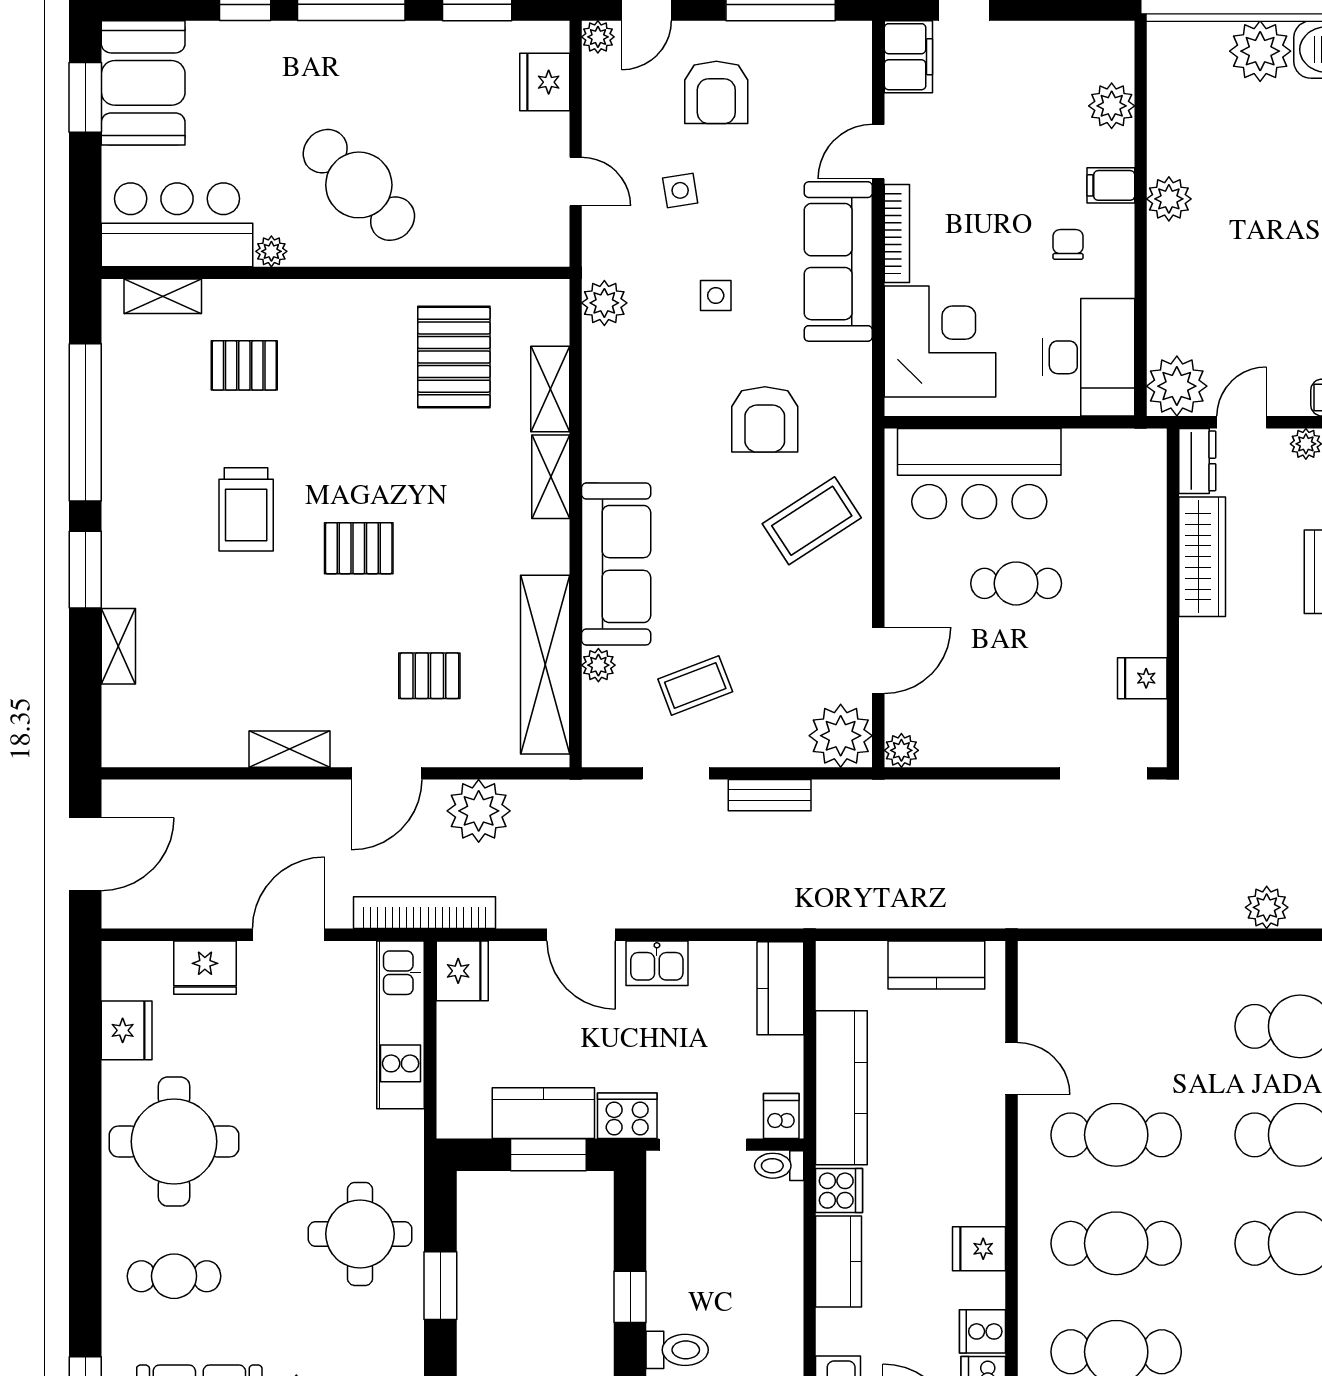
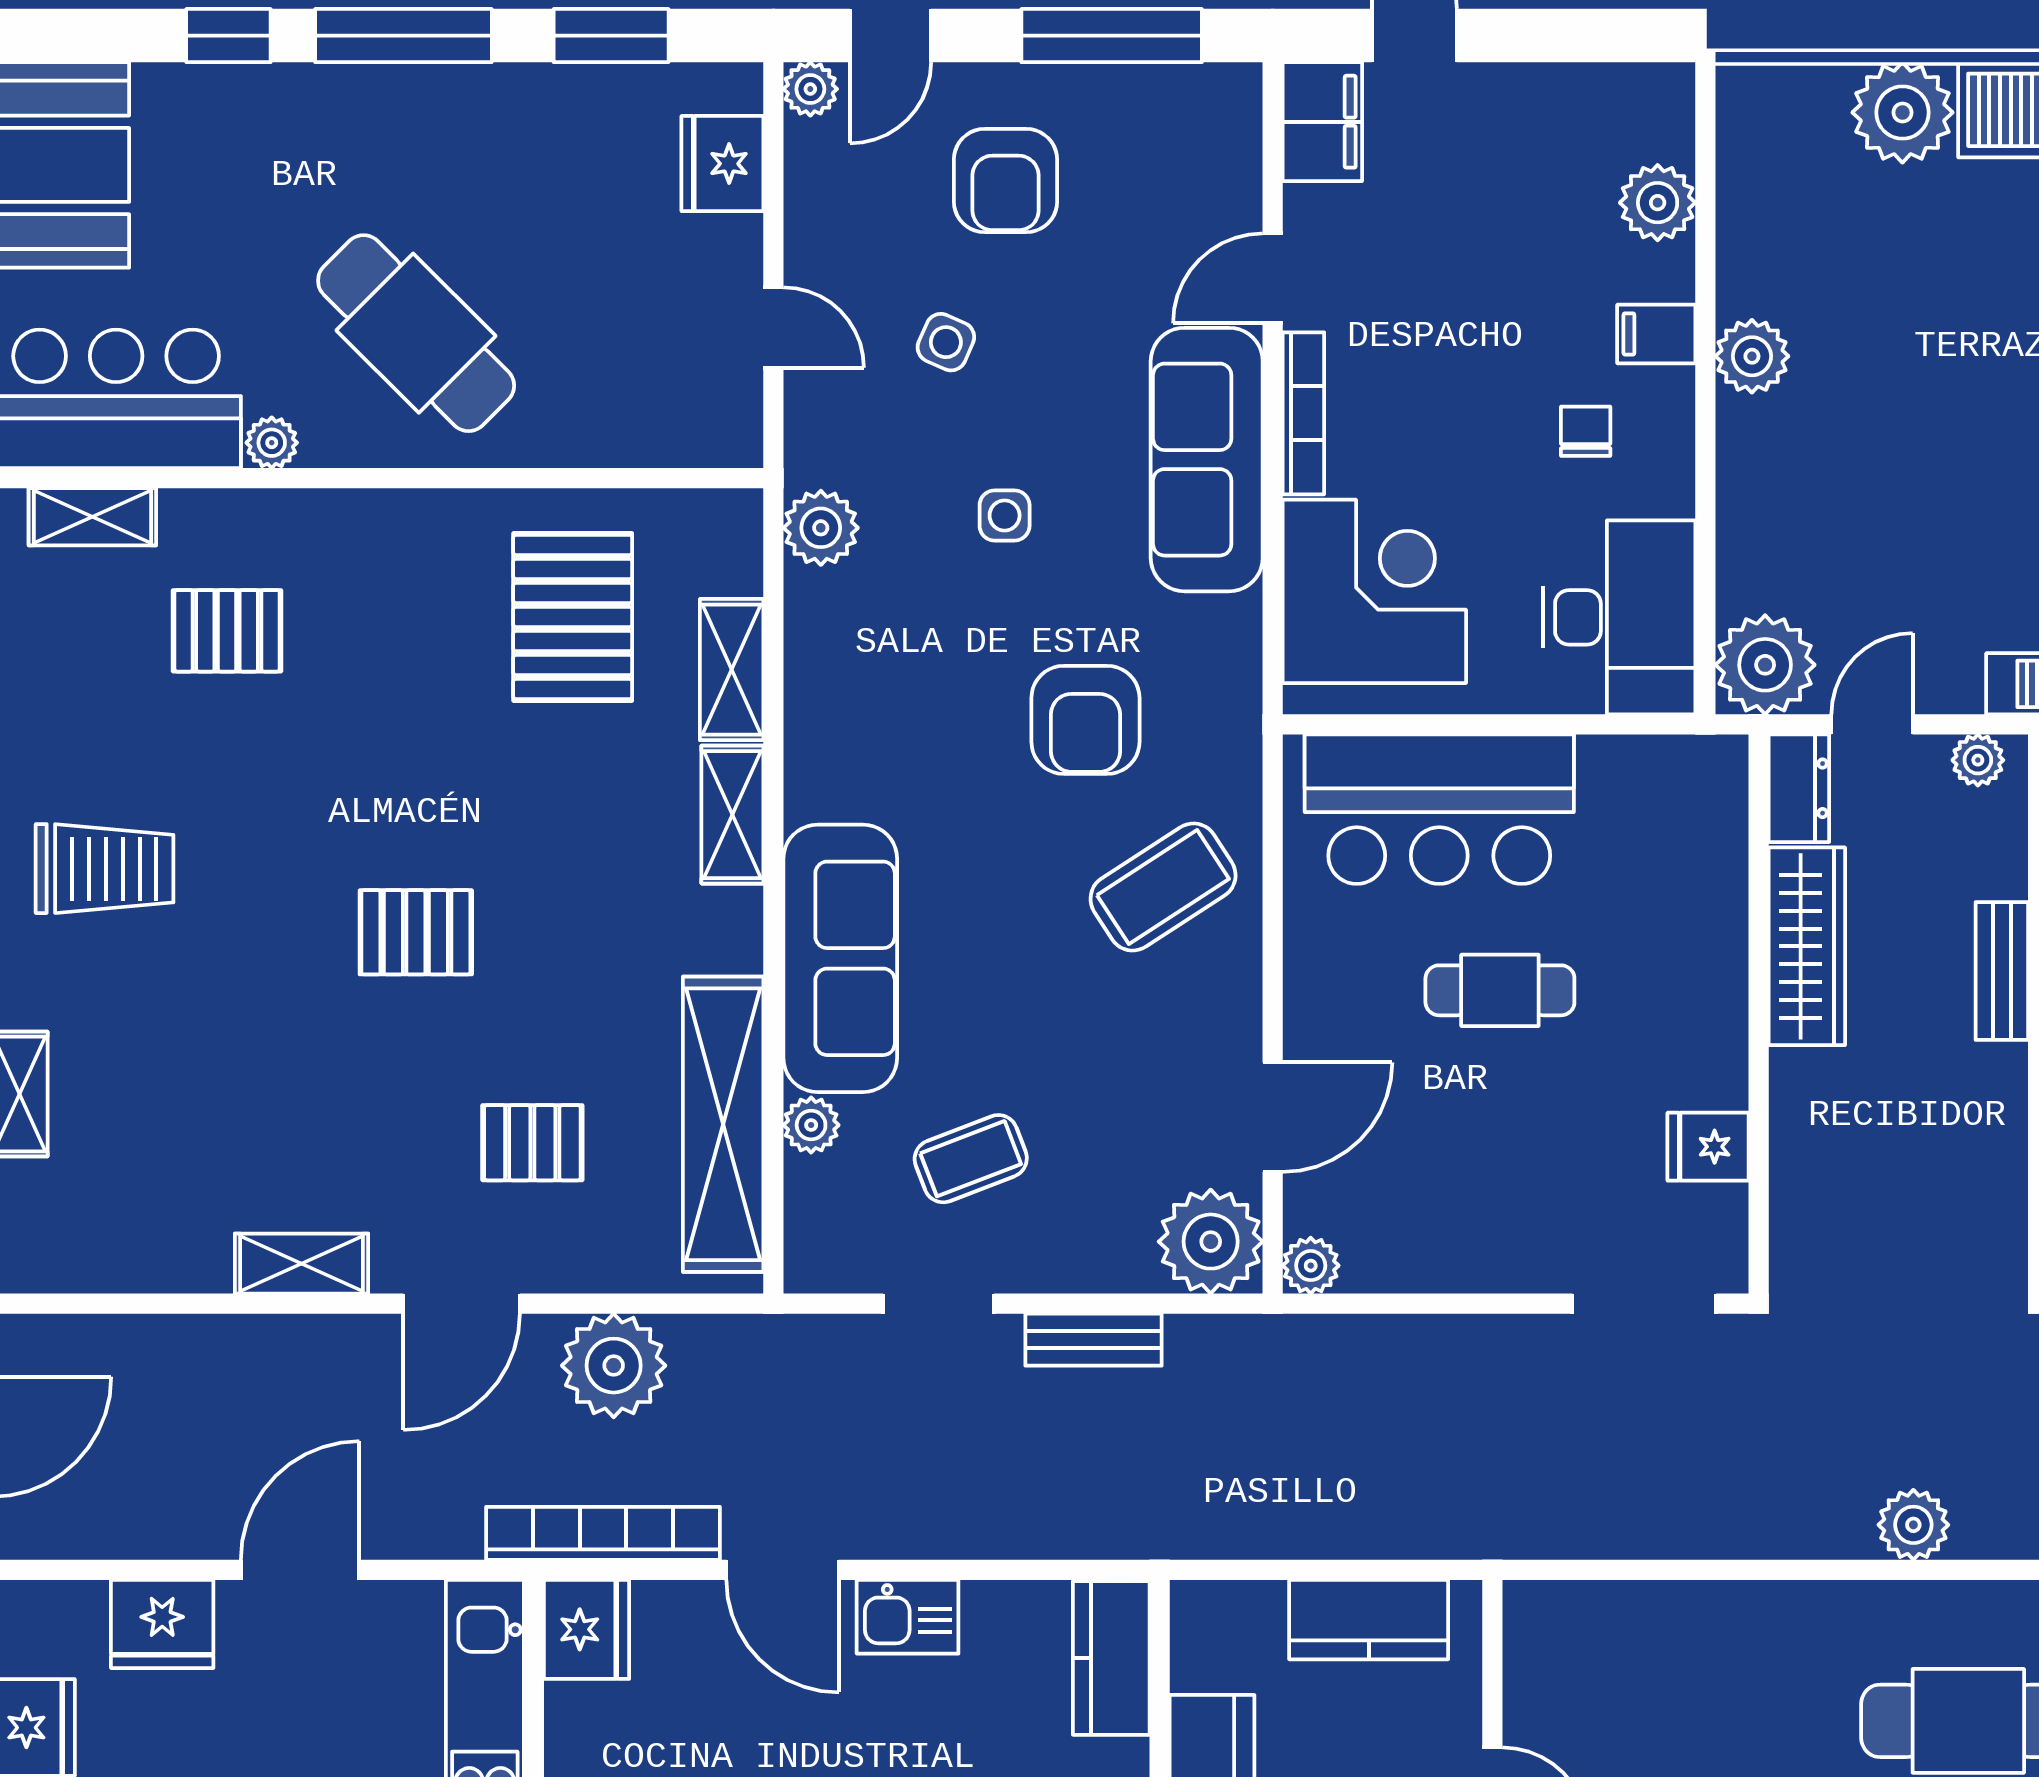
side table: (680, 190) -> (946, 342), turned 33
trolley: (246, 509) -> (105, 869), moved, turned -90
bookcase: (424, 913) -> (603, 1533), moved

